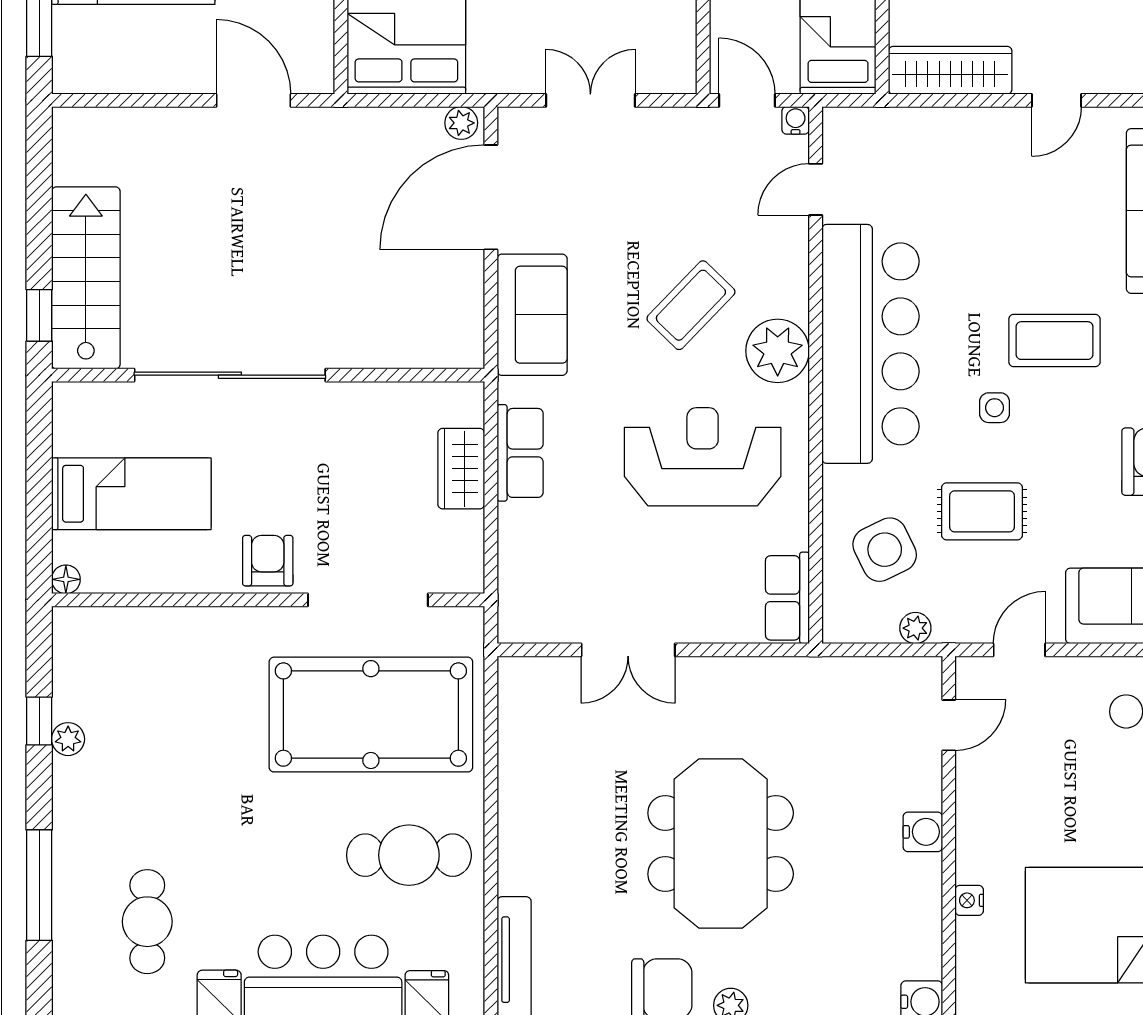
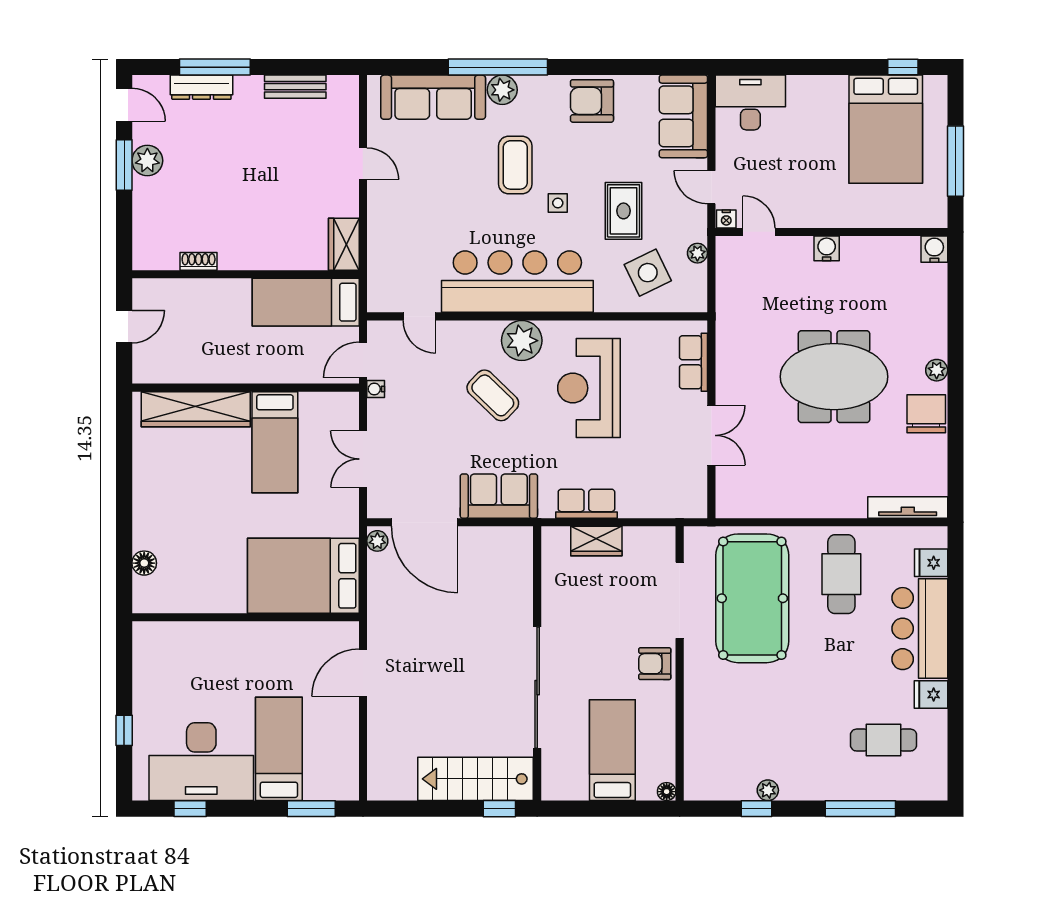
wardrobe: (950, 70) -> (344, 244), width x0.67
water cooler: (796, 120) -> (376, 389), moved
row of seats: (787, 598) -> (693, 362), moved, turned 90
nightstand: (969, 900) -> (726, 219), moved

